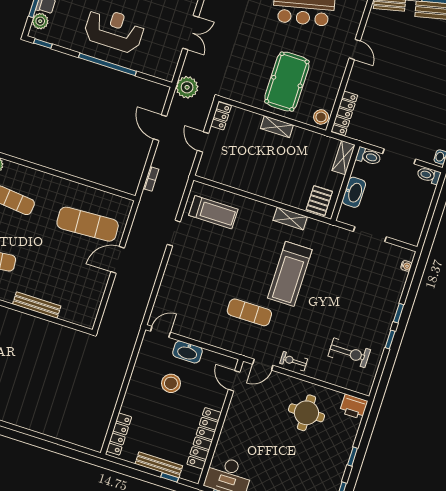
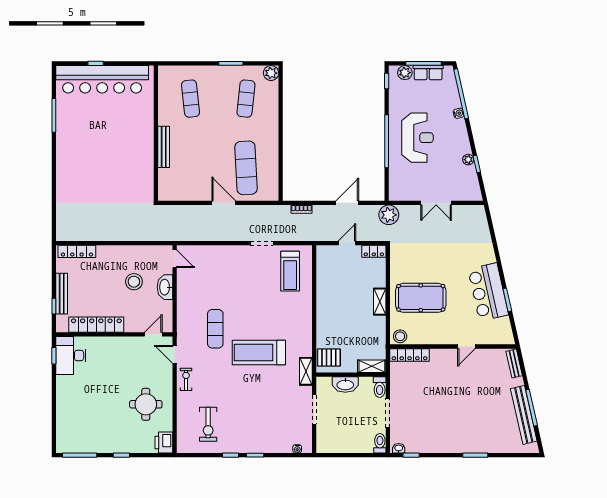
shelving: (290, 218) -> (306, 371), moved

